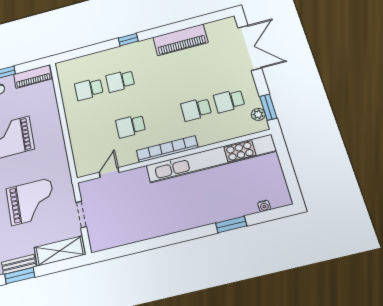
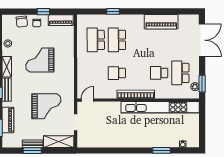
window: (128, 40) -> (113, 11), moved
school desk: (120, 81) -> (117, 40), width x1.85
school desk: (89, 89) -> (96, 40), width x1.85
school desk: (229, 101) -> (180, 73), width x1.85
door: (109, 172) -> (87, 100), moved

